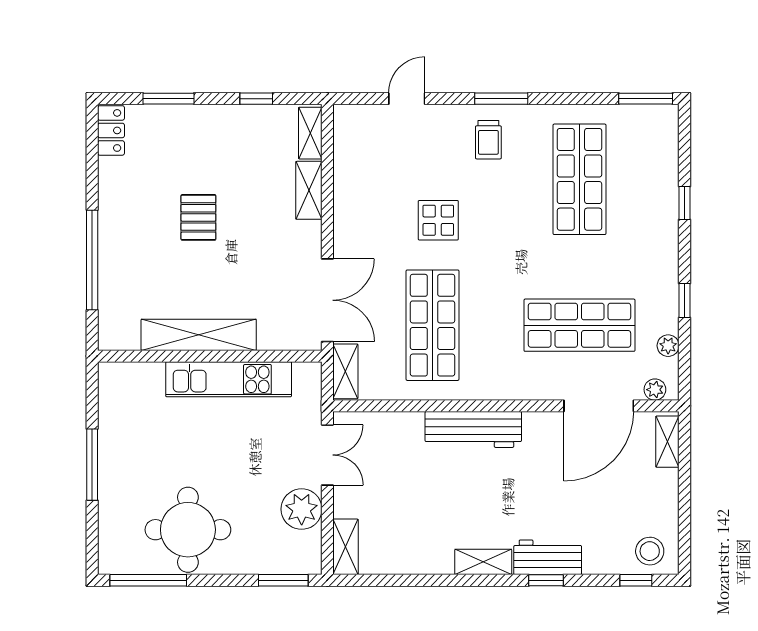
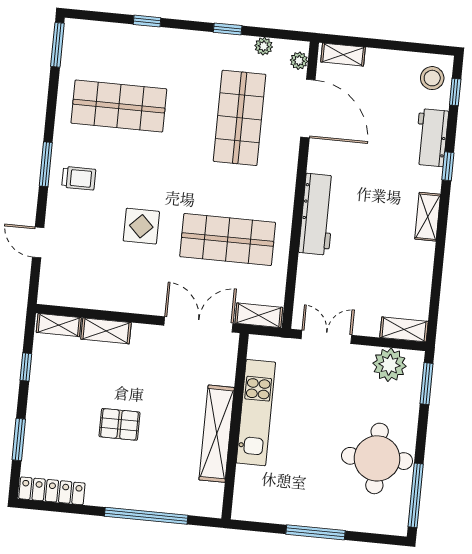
locker: (111, 130) -> (52, 491), width x1.53
plant: (302, 509) -> (390, 365), moved
workbench: (548, 557) -> (431, 138), moved

